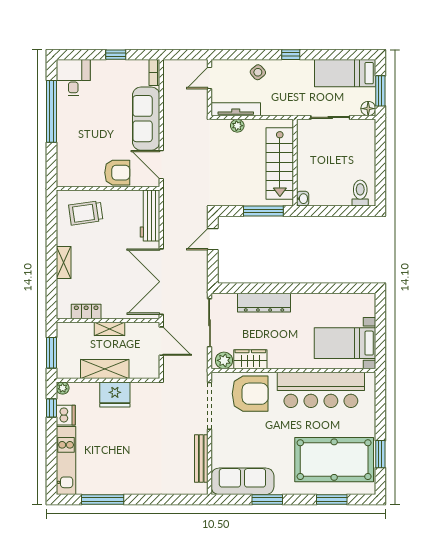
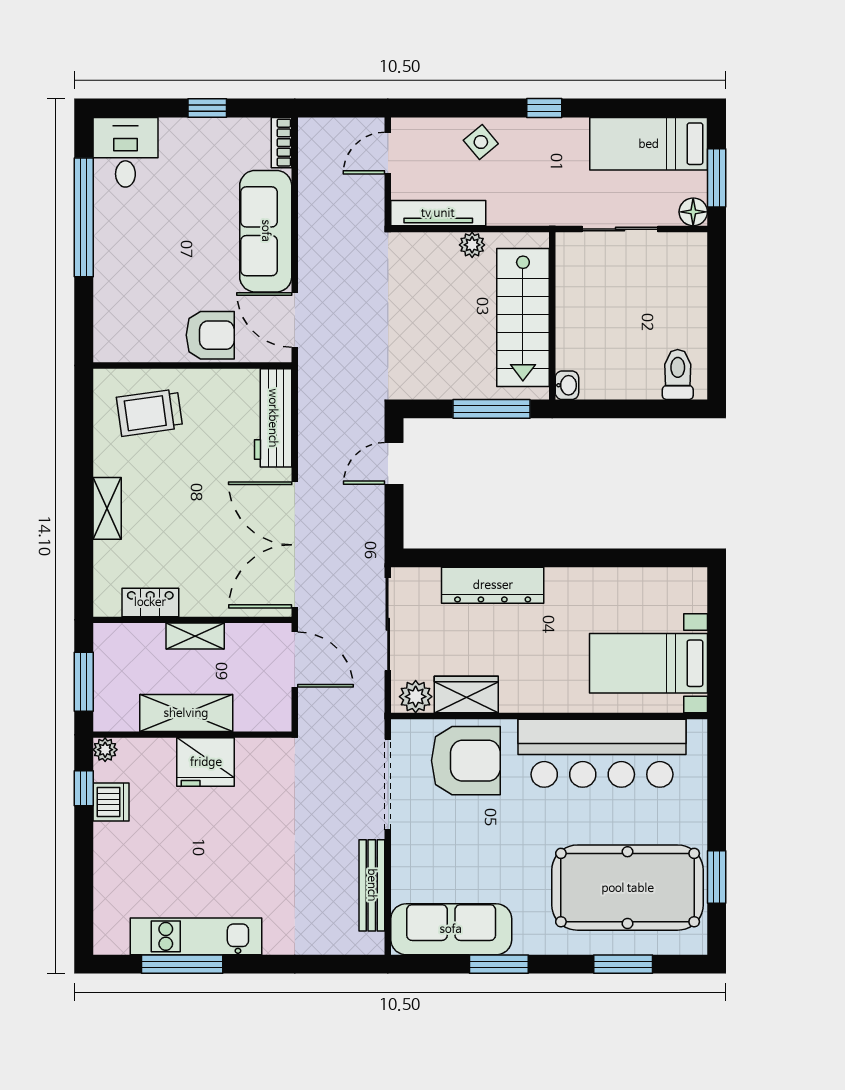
plant: (237, 126) -> (472, 245), moved
kitchen unit: (66, 461) -> (196, 936), moved, turned -90

